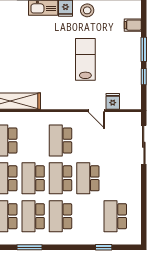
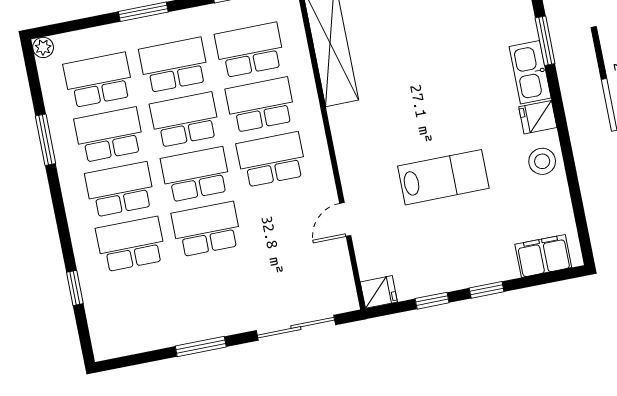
filing cabinet: (133, 25) -> (543, 256), width x2.00
window: (144, 49) -> (487, 290), width x0.67
fridge: (113, 101) -> (379, 292), moved
school desk: (33, 140) -> (261, 105), added
window: (144, 192) -> (201, 346), added
school desk: (115, 216) -> (131, 244), moved

